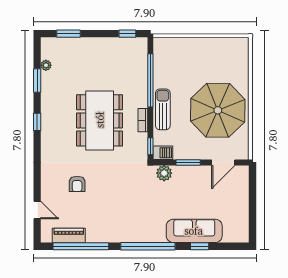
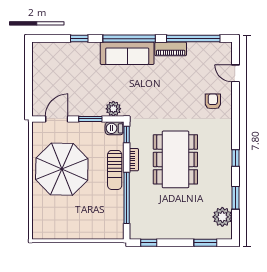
plant: (46, 65) -> (222, 217), width x1.88, depth x1.88
armchair: (77, 184) -> (213, 101), moved
sofa: (194, 231) -> (127, 53), moved
piano: (69, 235) -> (171, 49), moved

